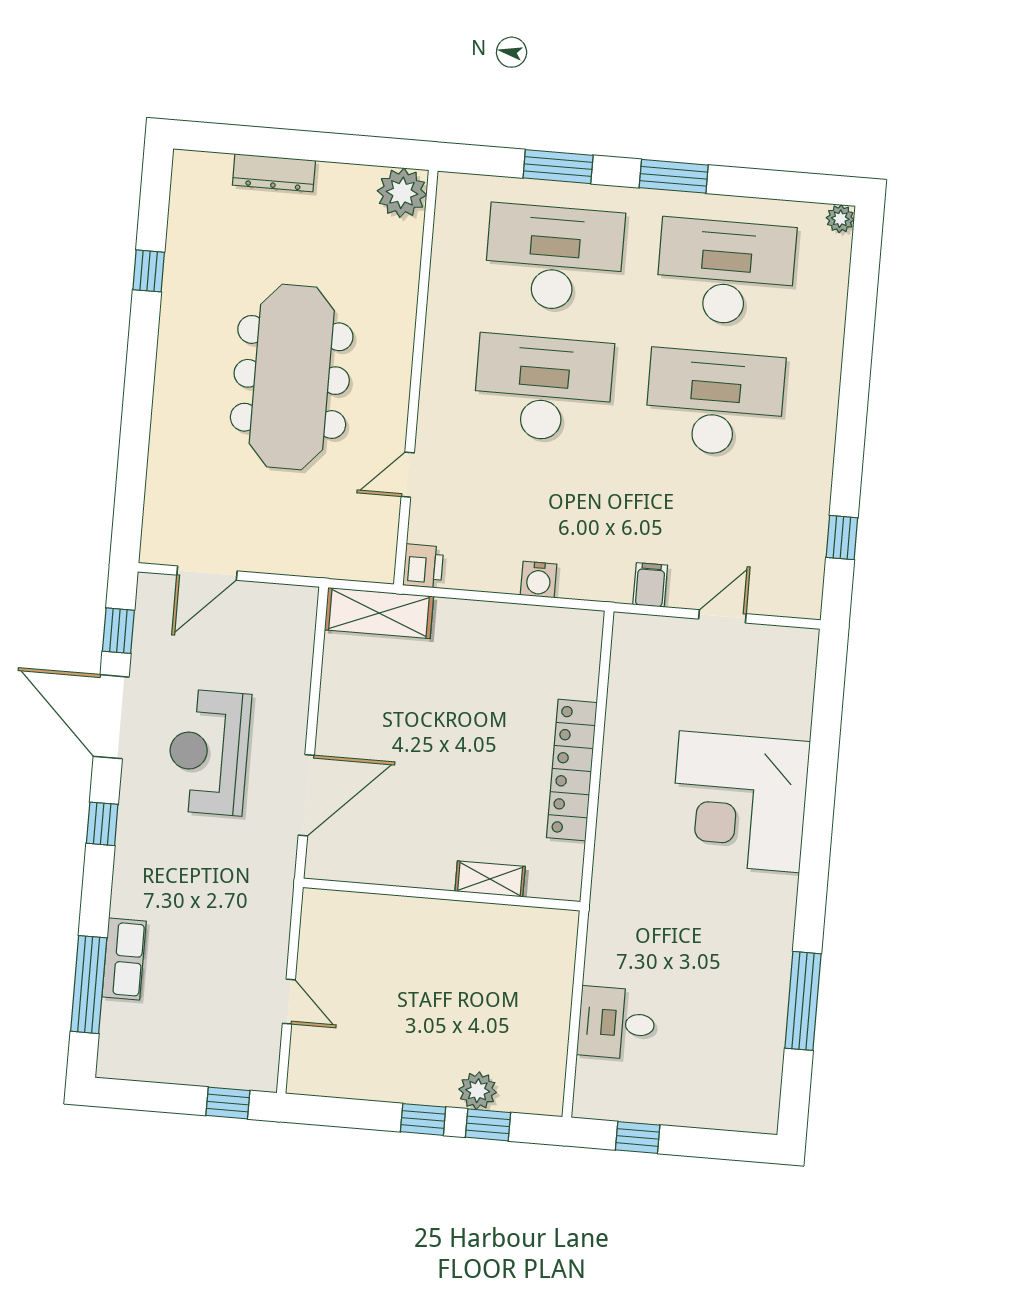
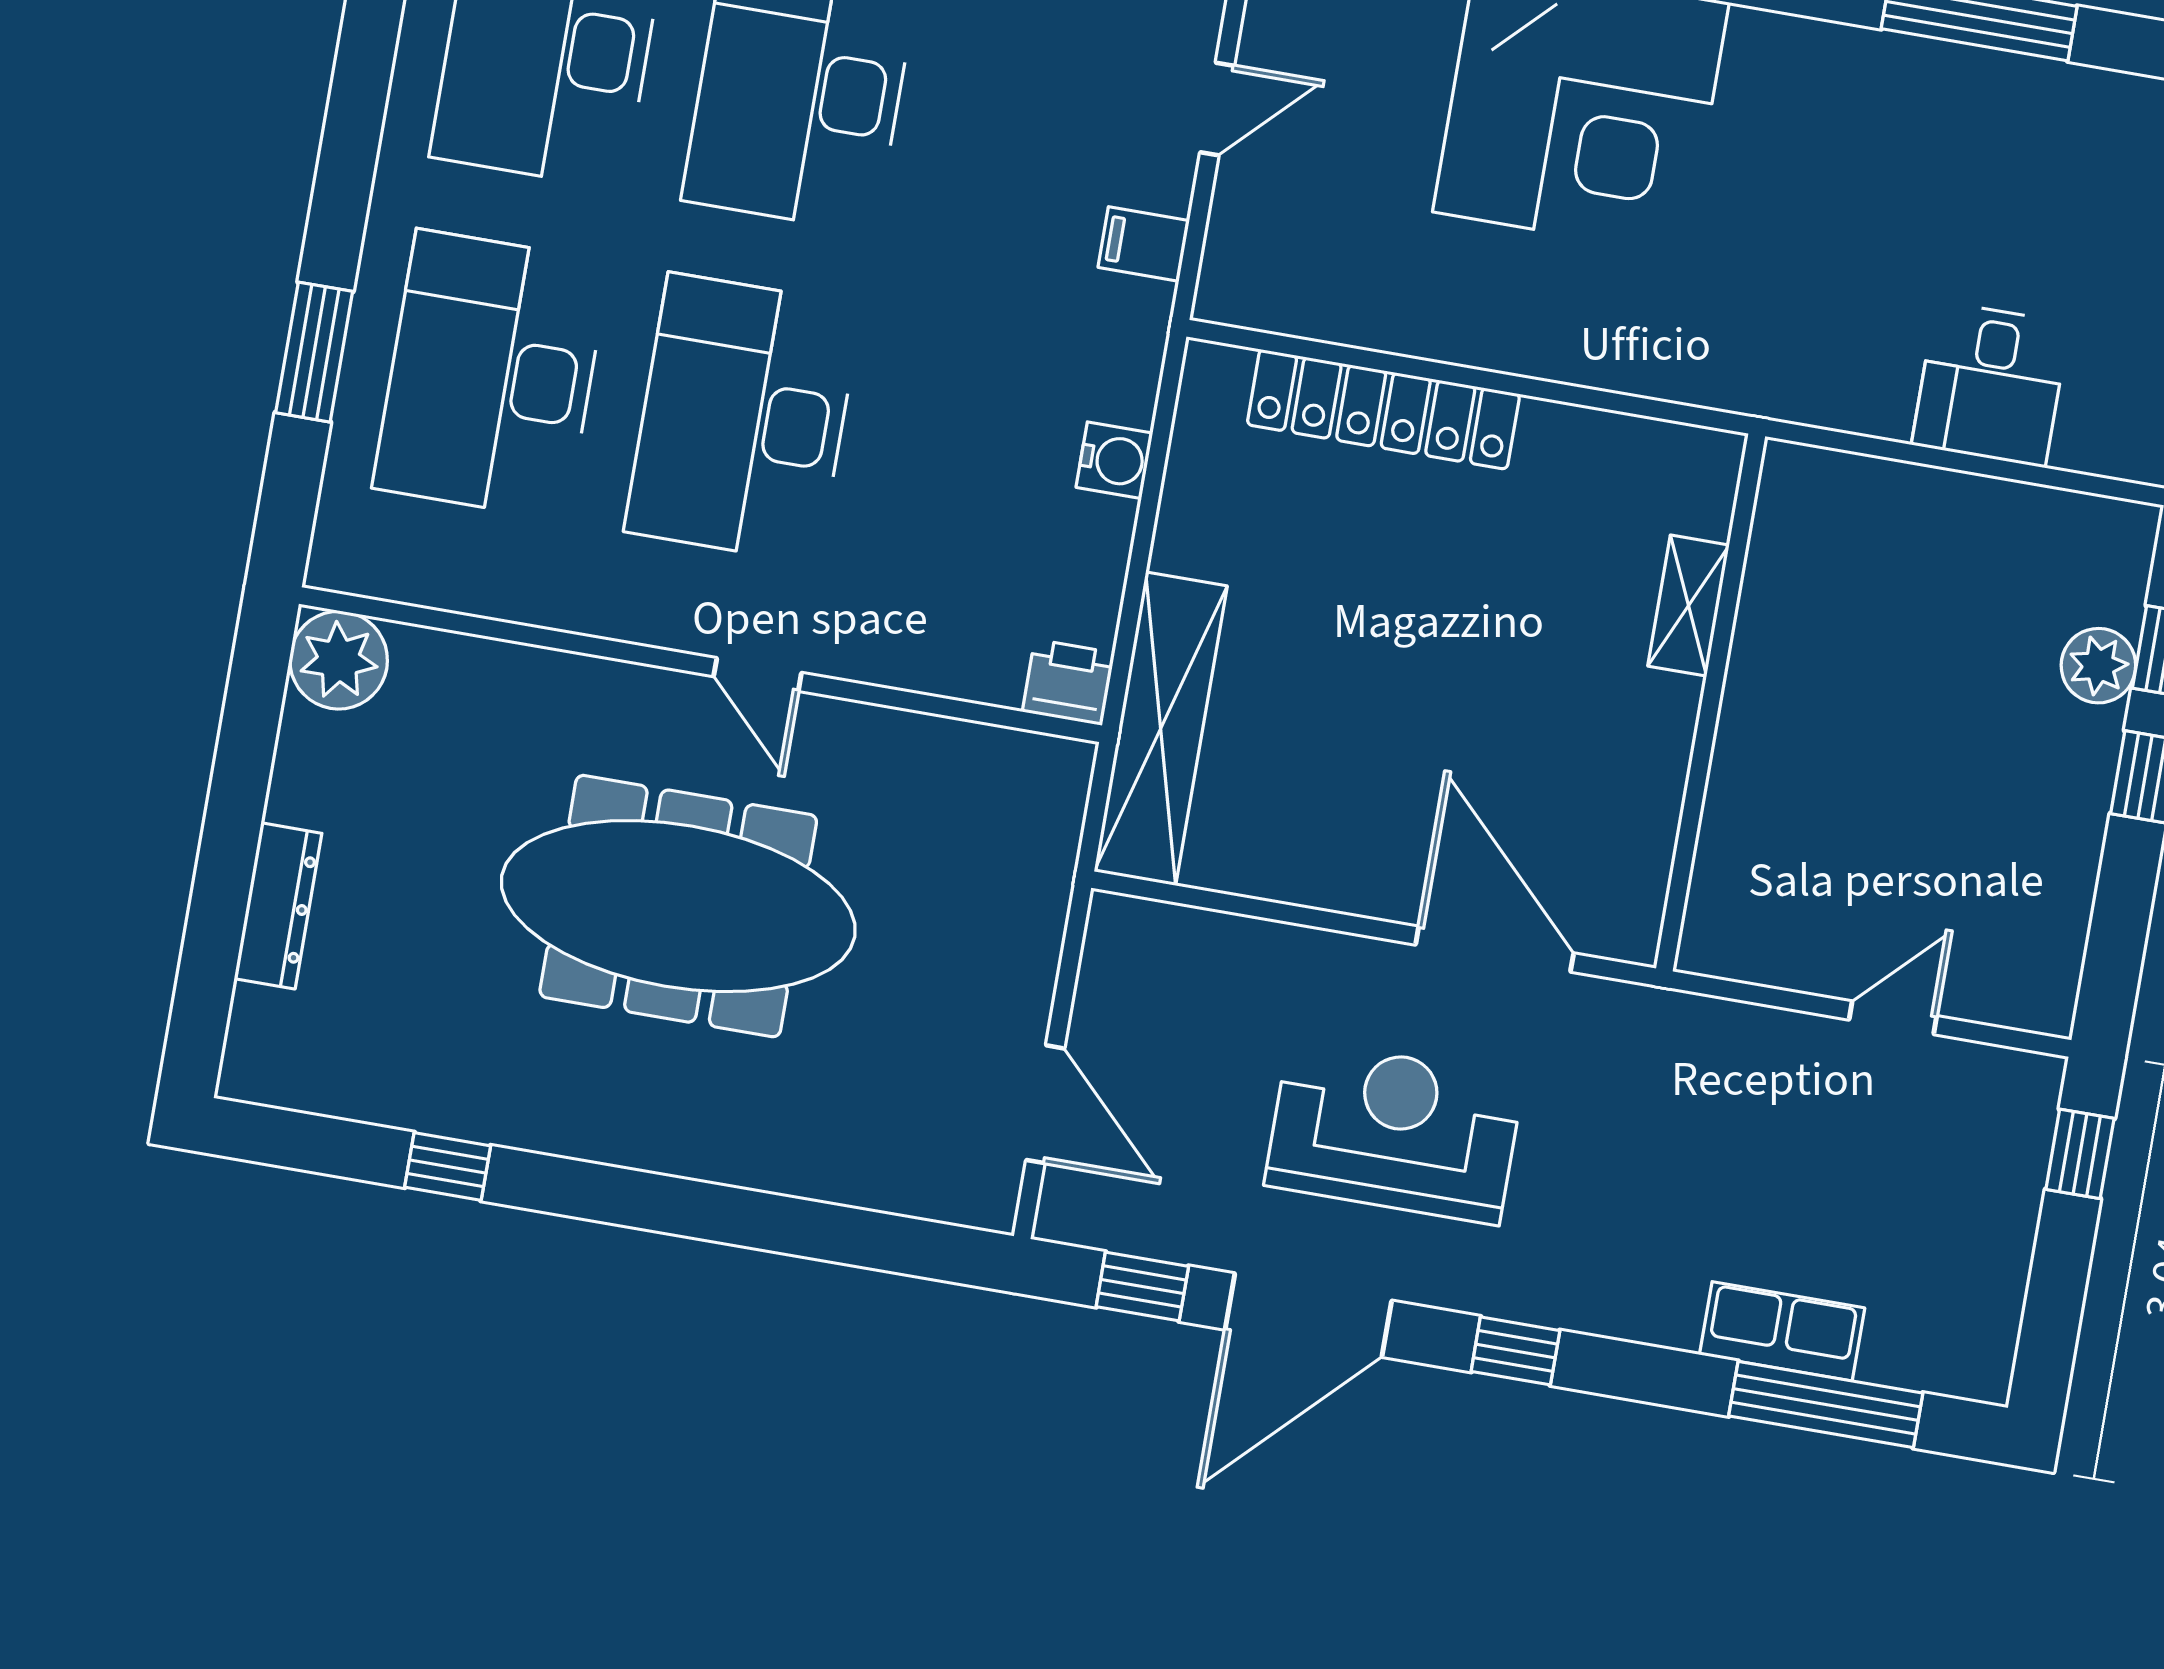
window: (674, 176) -> (353, 129), removed
door: (408, 475) -> (758, 675), moved
shelving: (379, 613) -> (1161, 729), width x1.47
door: (722, 616) -> (1217, 109), swing flipped
reception desk: (209, 752) -> (1394, 1132), turned 180
locker: (572, 770) -> (1383, 409), moved

